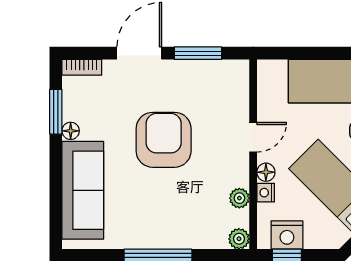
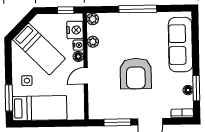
floor lamp: (71, 131) -> (188, 90), moved
nightstand: (287, 235) -> (75, 30), moved, turned 90

